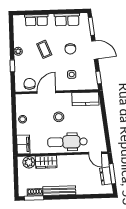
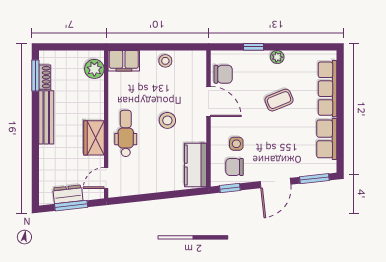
row of seats: (36, 20) -> (327, 89), width x1.48
chair: (70, 49) -> (235, 167), moved
dental chair: (67, 142) -> (126, 133), width x0.73, depth x0.72
wardrobe: (46, 162) -> (94, 138), moved

